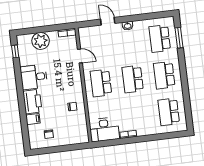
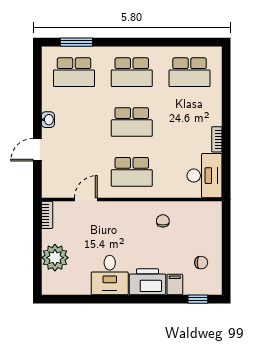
window: (15, 51) -> (198, 299), moved

